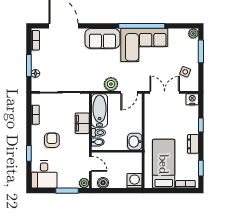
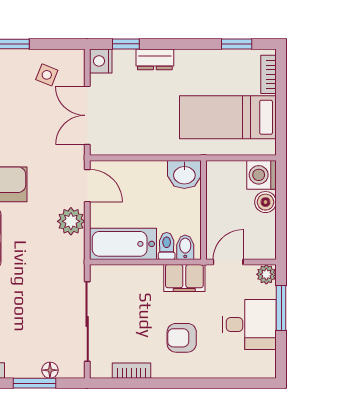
filing cabinet: (82, 123) -> (184, 278), moved
window: (201, 125) -> (126, 44), moved
dresser: (193, 144) -> (155, 59), moved
window: (29, 153) -> (208, 383), removed
desk: (44, 174) -> (249, 324), moved
boiler: (103, 183) -> (265, 202), moved

